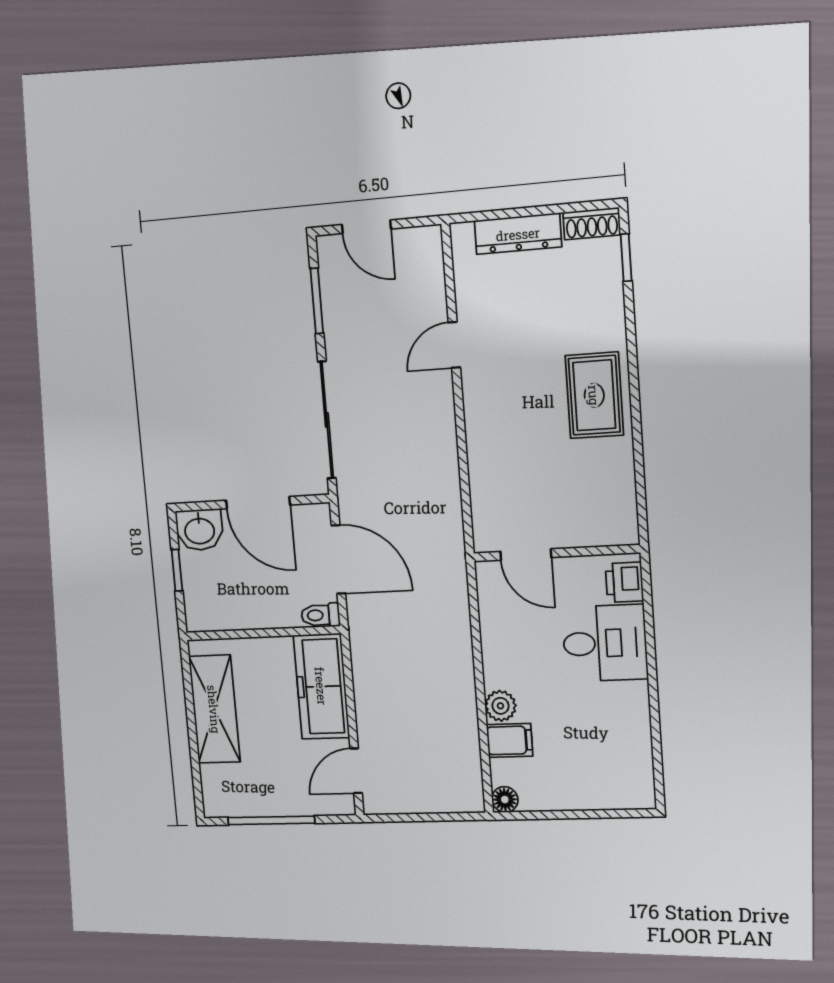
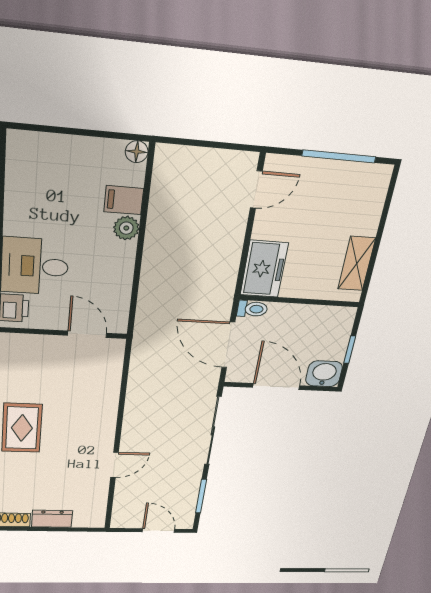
dresser: (518, 234) -> (52, 519), width x0.70
freezer: (321, 686) -> (264, 269), width x0.71
shelving: (214, 709) -> (357, 264), width x0.67, depth x0.75

